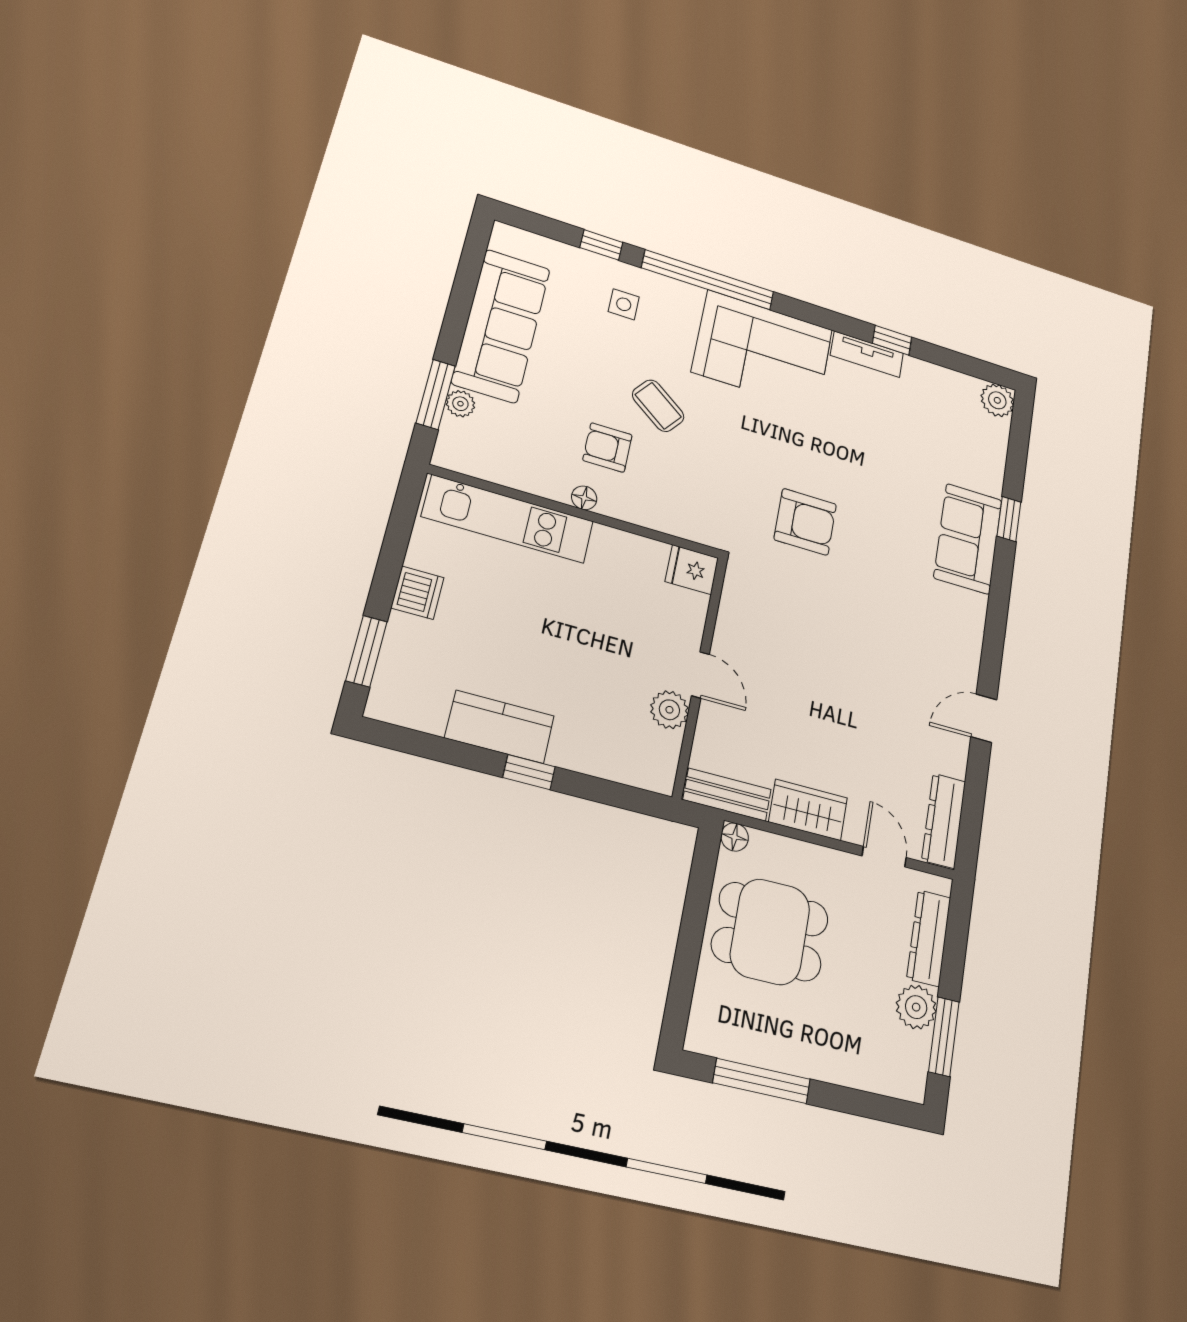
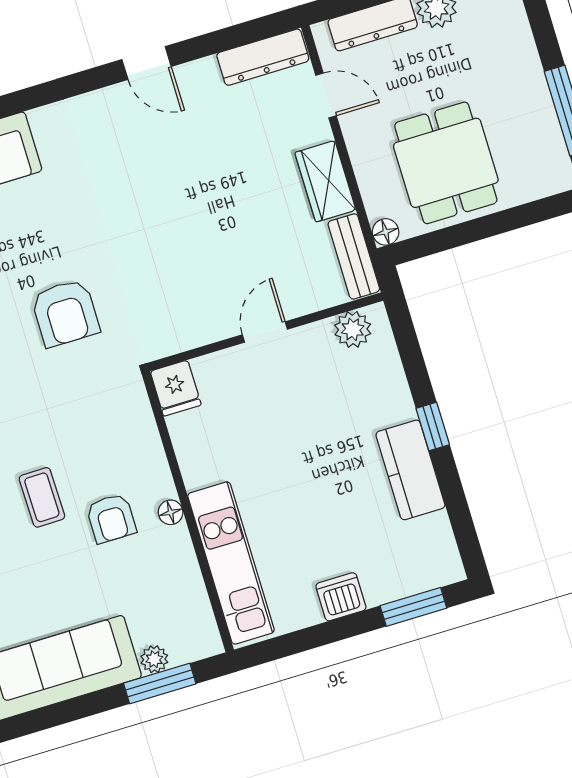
coffee table: (658, 406) -> (42, 497), turned -38
armchair: (805, 522) -> (65, 313), turned 180
plant: (669, 710) -> (353, 329), moved
door: (884, 857) -> (326, 95), swing flipped

